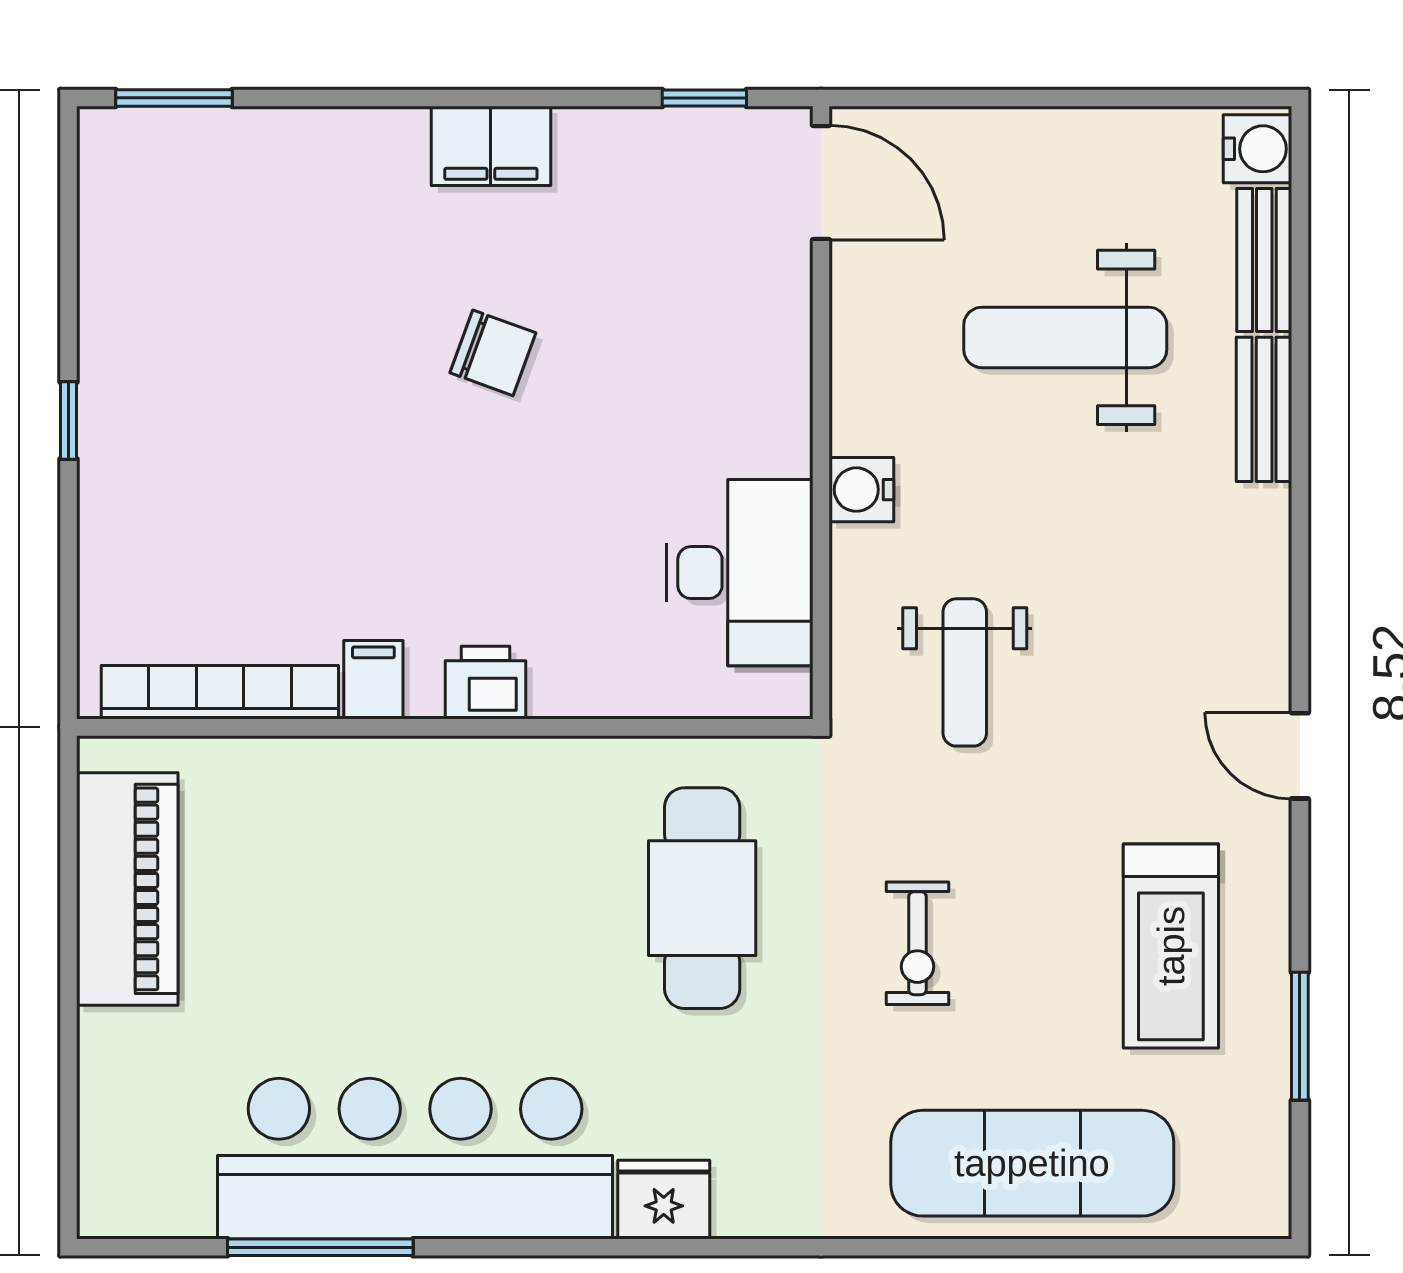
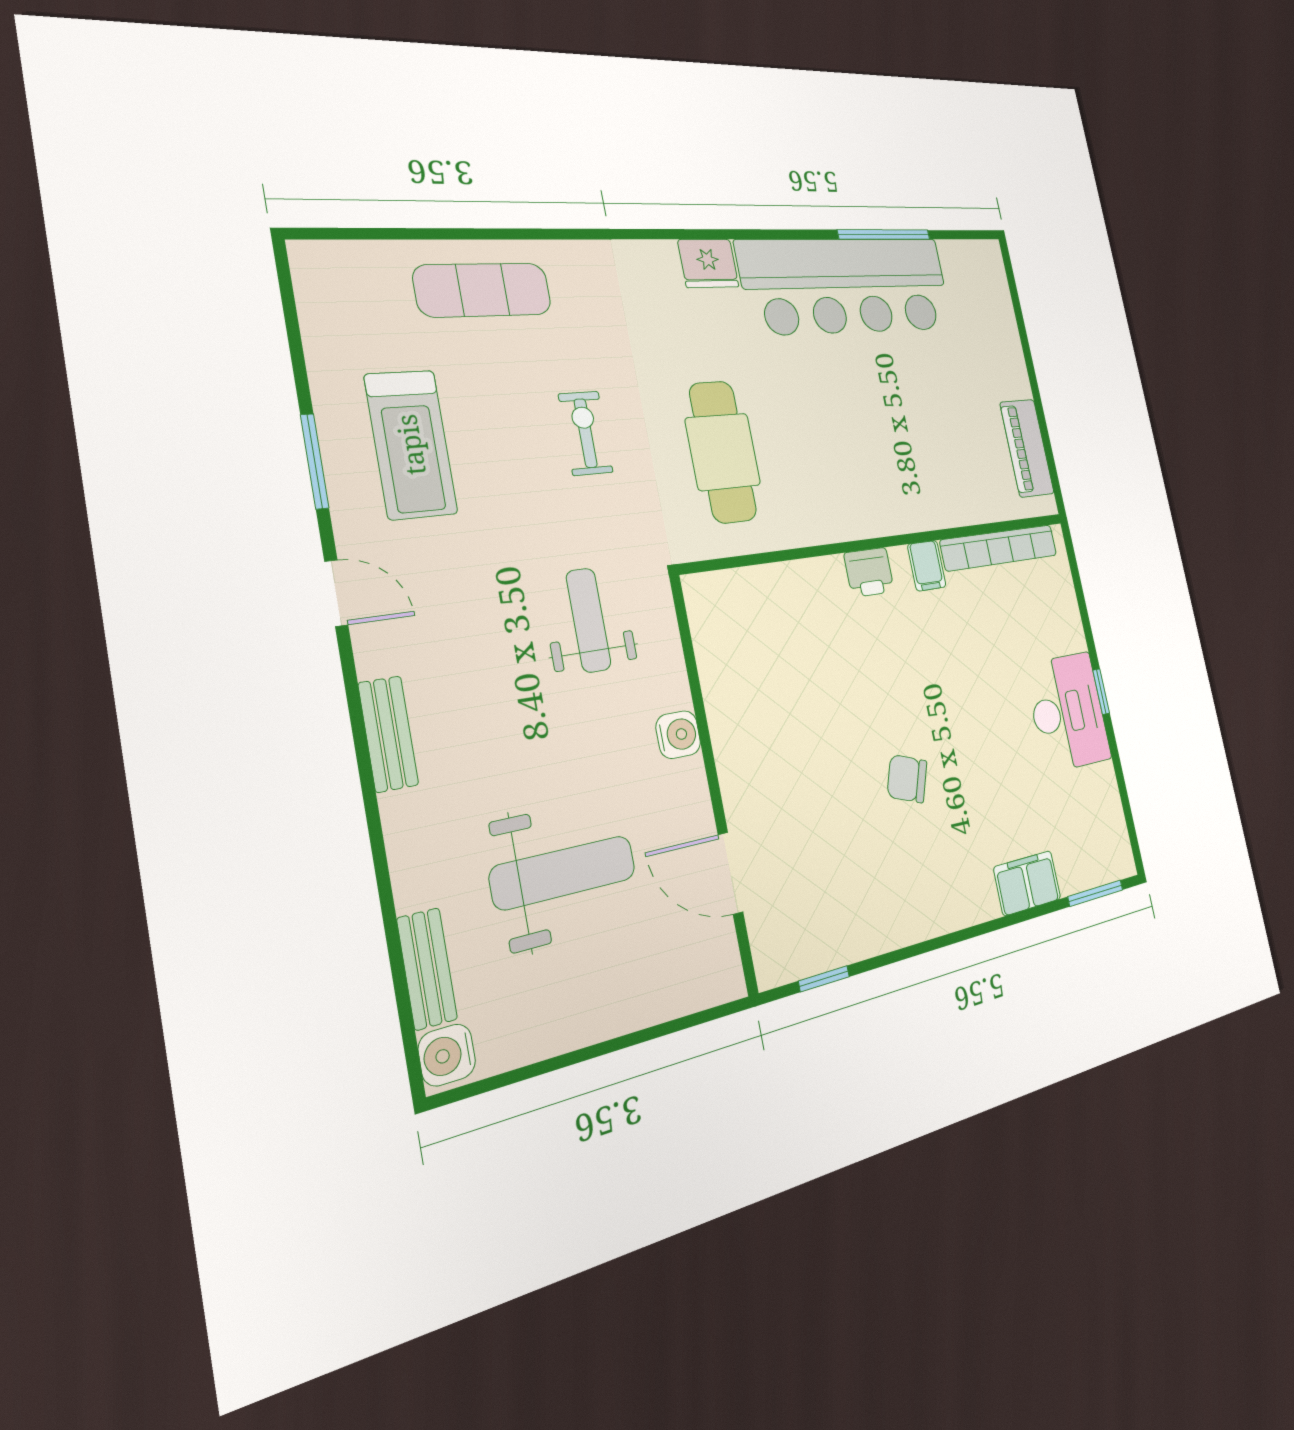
filing cabinet: (491, 146) -> (1027, 883), moved
door: (821, 183) -> (730, 873), moved
bench: (1264, 409) -> (388, 734), moved
desk: (740, 573) -> (1068, 712), moved, turned 180
piano: (127, 889) -> (1027, 448), width x0.73, depth x0.75
treadmill: (1171, 946) -> (411, 444), turned 180
window: (1300, 1036) -> (315, 461), moved
exercise mat: (1032, 1163) -> (483, 290), width x0.73, depth x0.69

